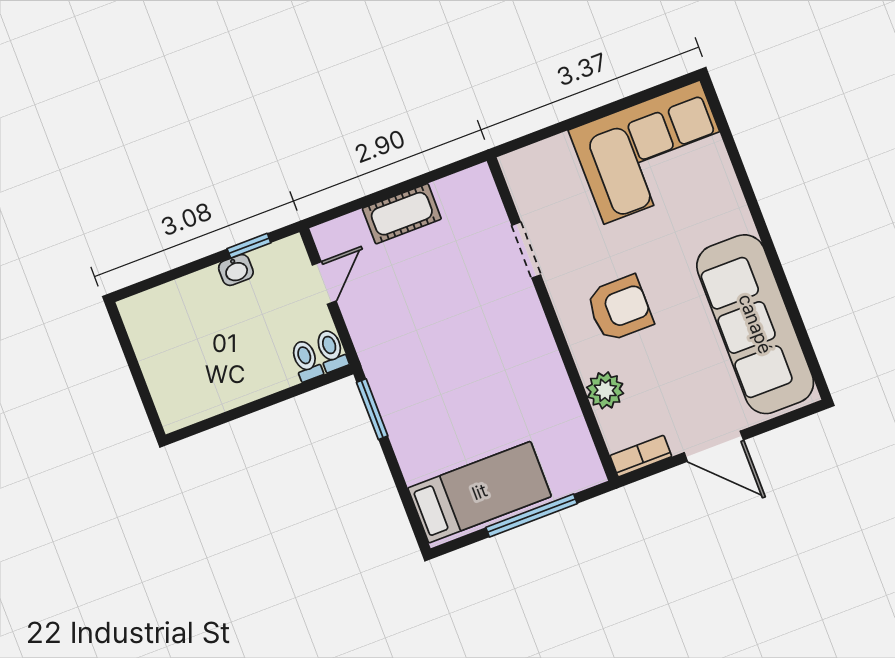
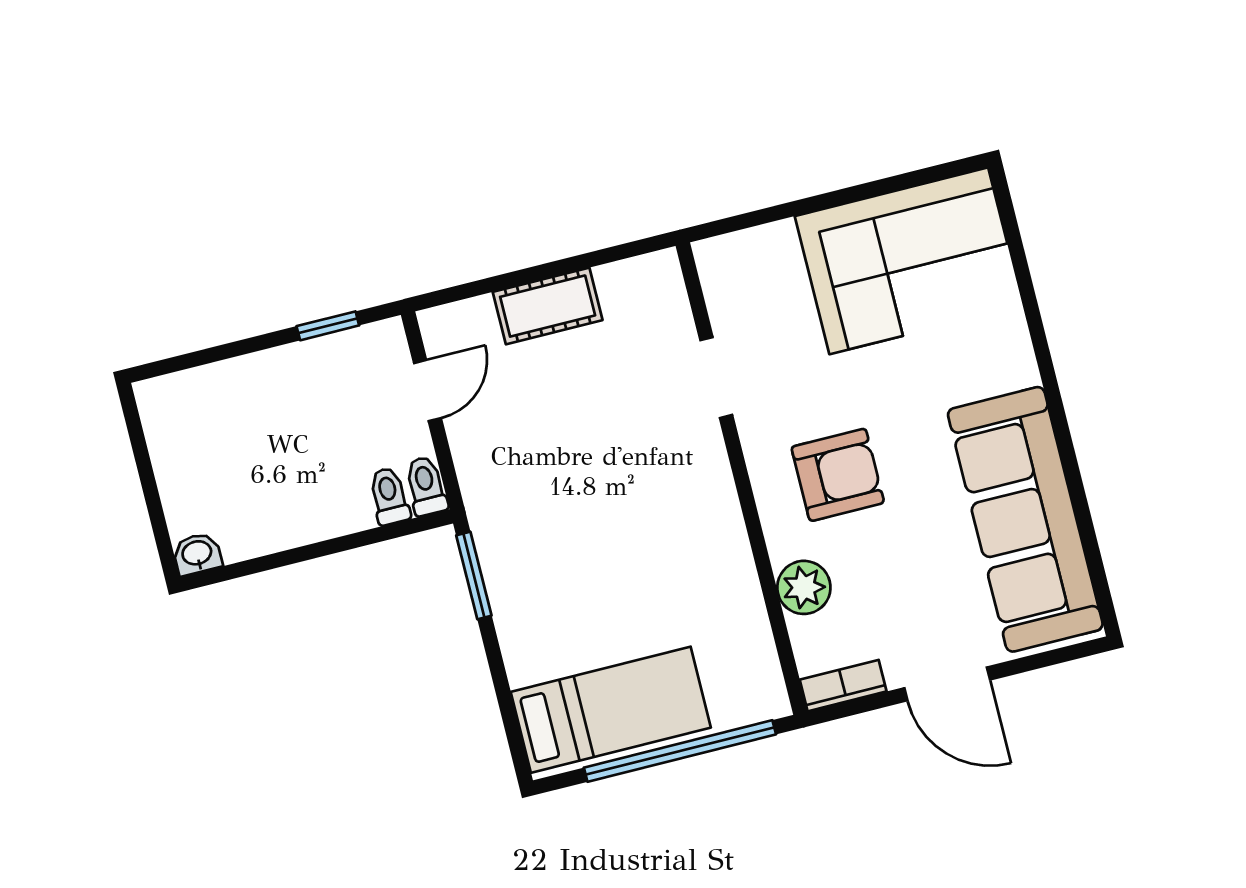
washbasin: (236, 270) -> (197, 554), moved, turned 180
window: (532, 515) -> (680, 751), width x1.46

